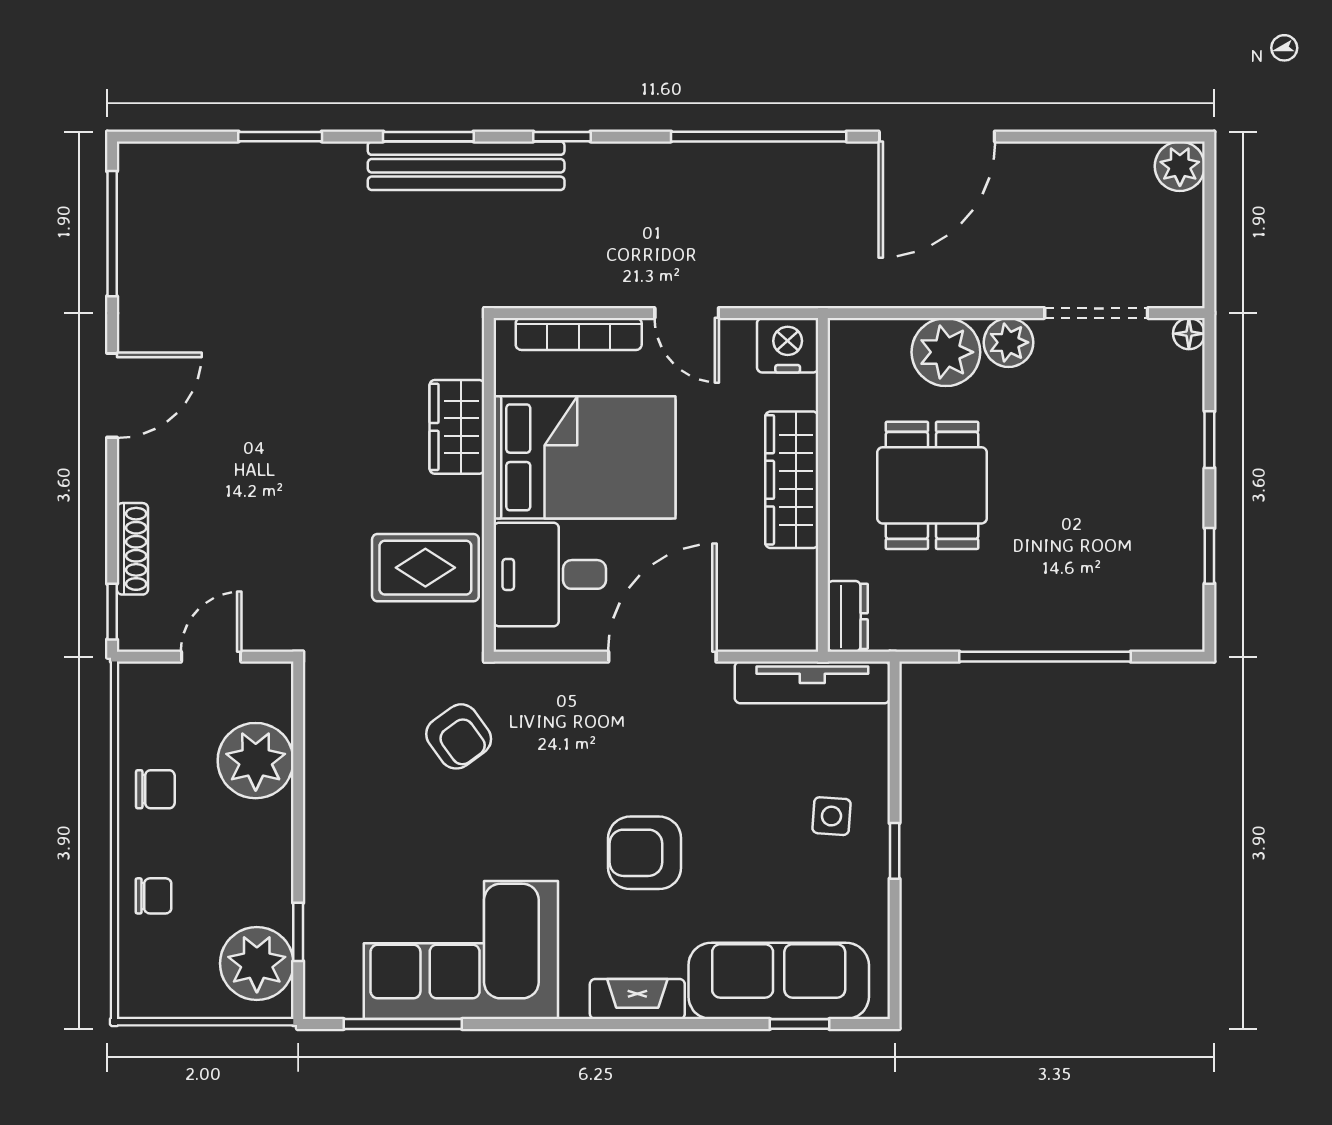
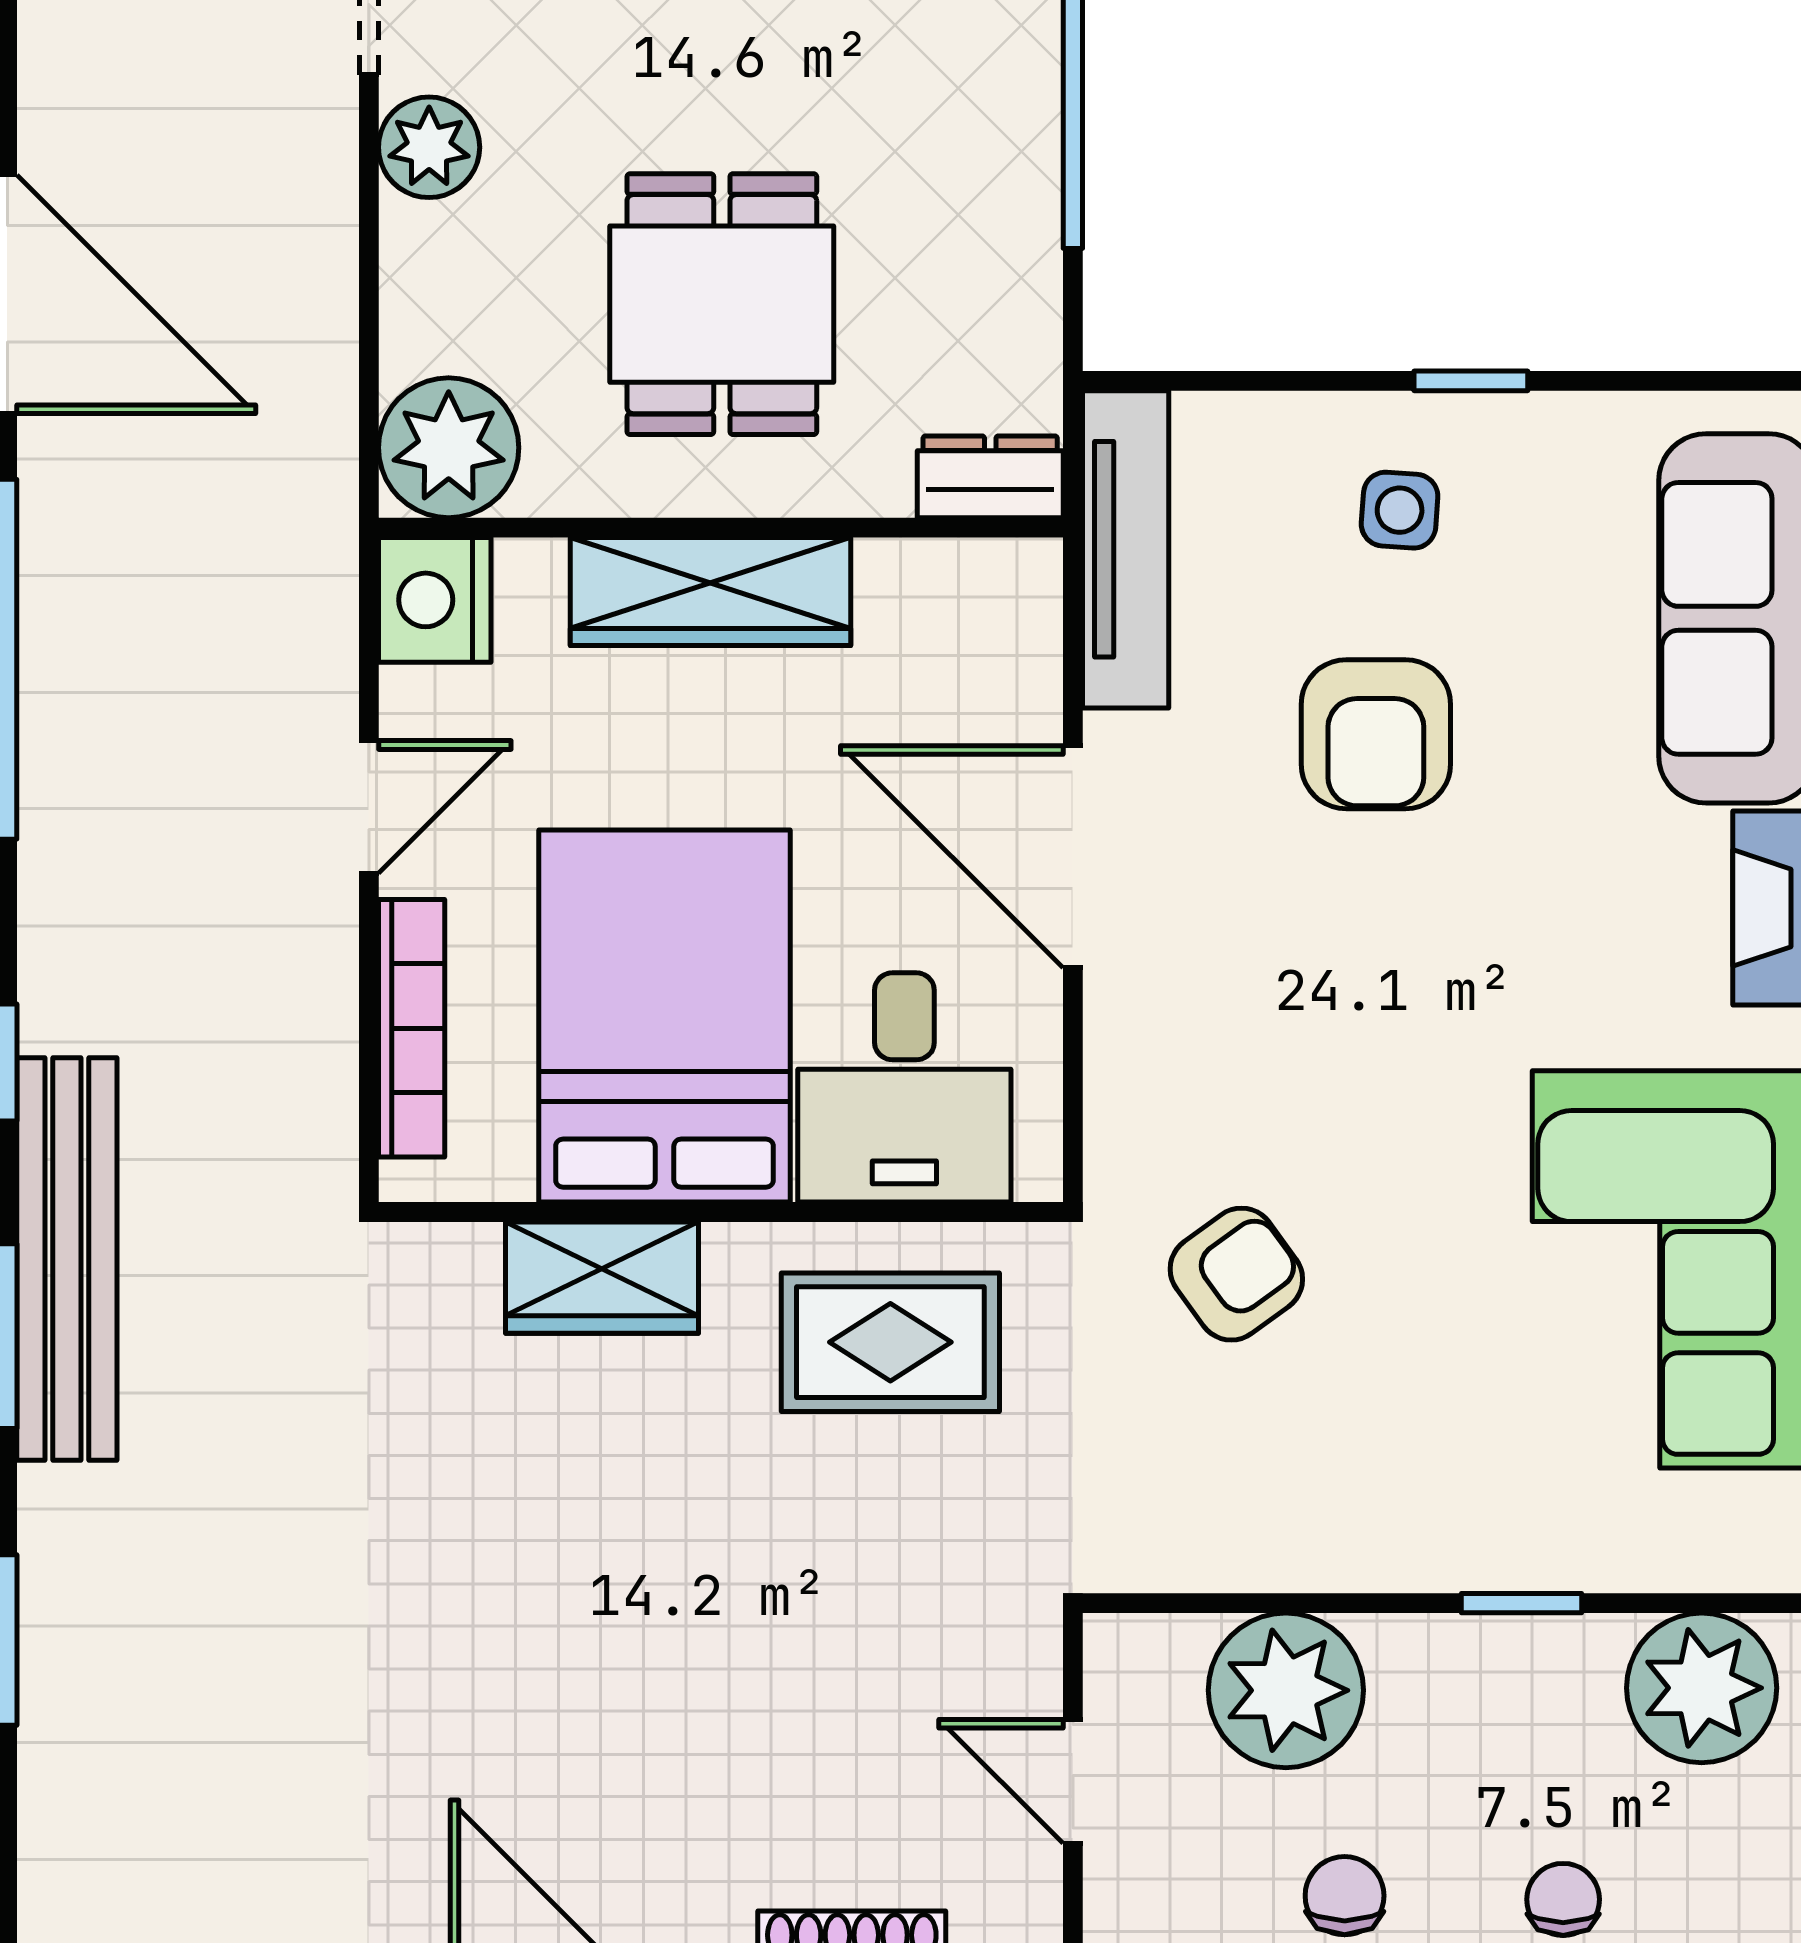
plant: (946, 352) -> (449, 448), moved
dining table: (932, 485) -> (722, 304), turned 90
rug: (425, 568) -> (890, 1342), turned 90
armchair: (645, 853) -> (1376, 734), moved
window: (298, 932) -> (1521, 1603), moved

